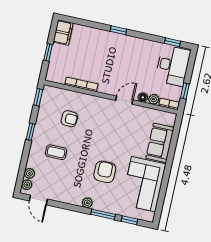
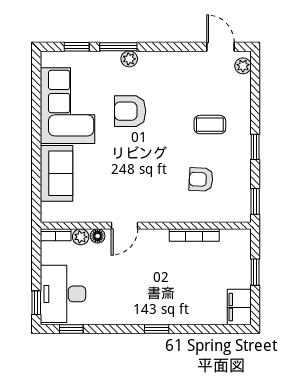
window: (185, 91) -> (36, 303), moved
armchair: (105, 172) -> (130, 111), turned 90
plant: (29, 173) -> (243, 84), removed
plant: (87, 203) -> (129, 59), moved

